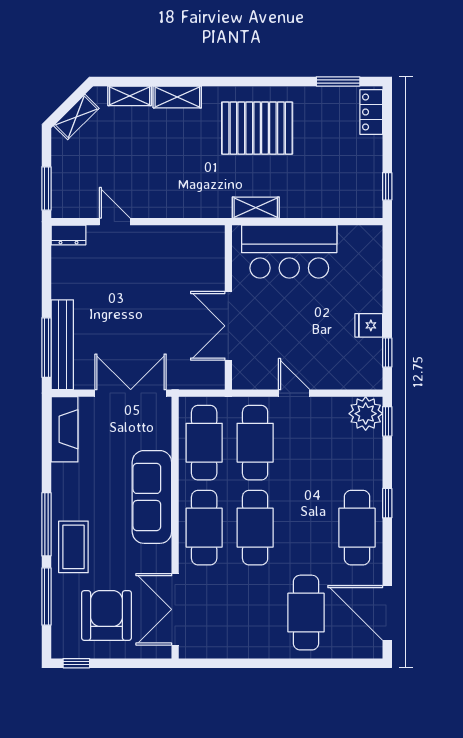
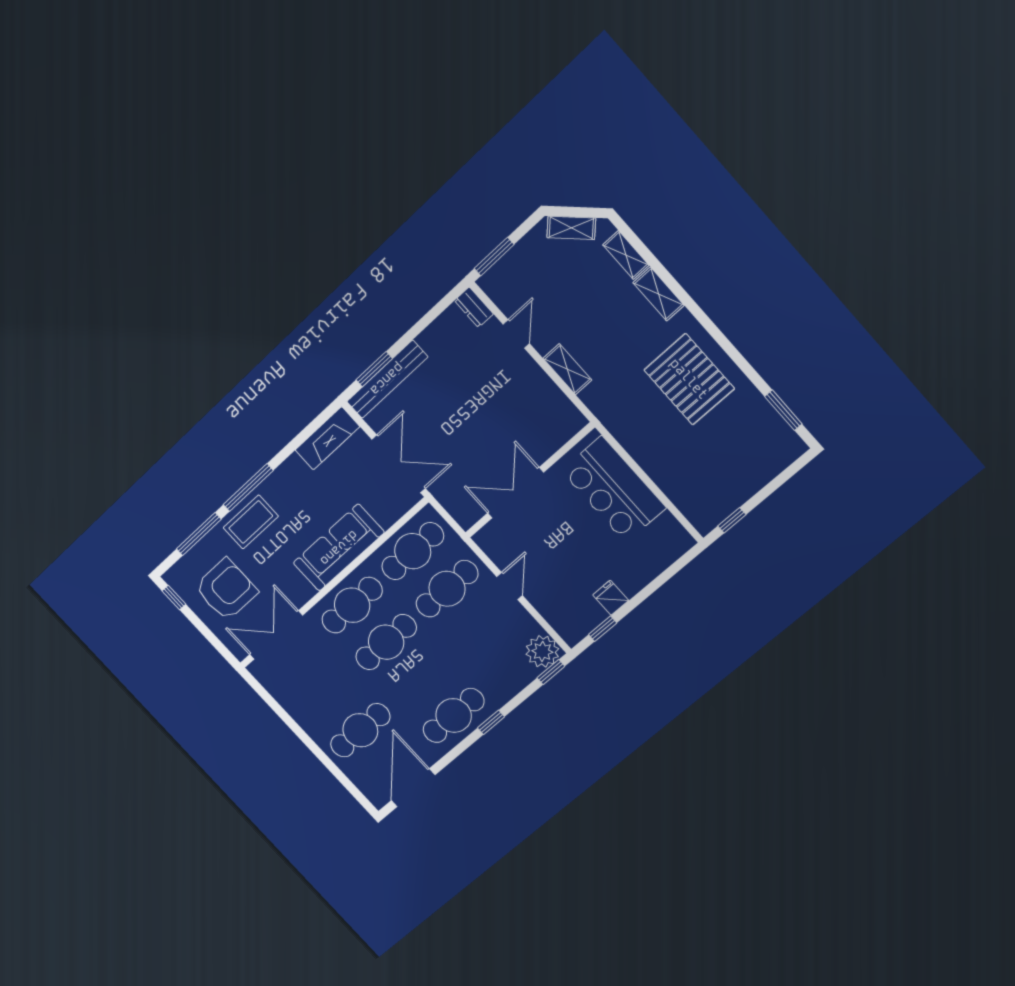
locker: (371, 112) -> (781, 457), removed
shelving: (256, 208) -> (567, 369), moved
window: (46, 348) -> (374, 369), width x0.69

